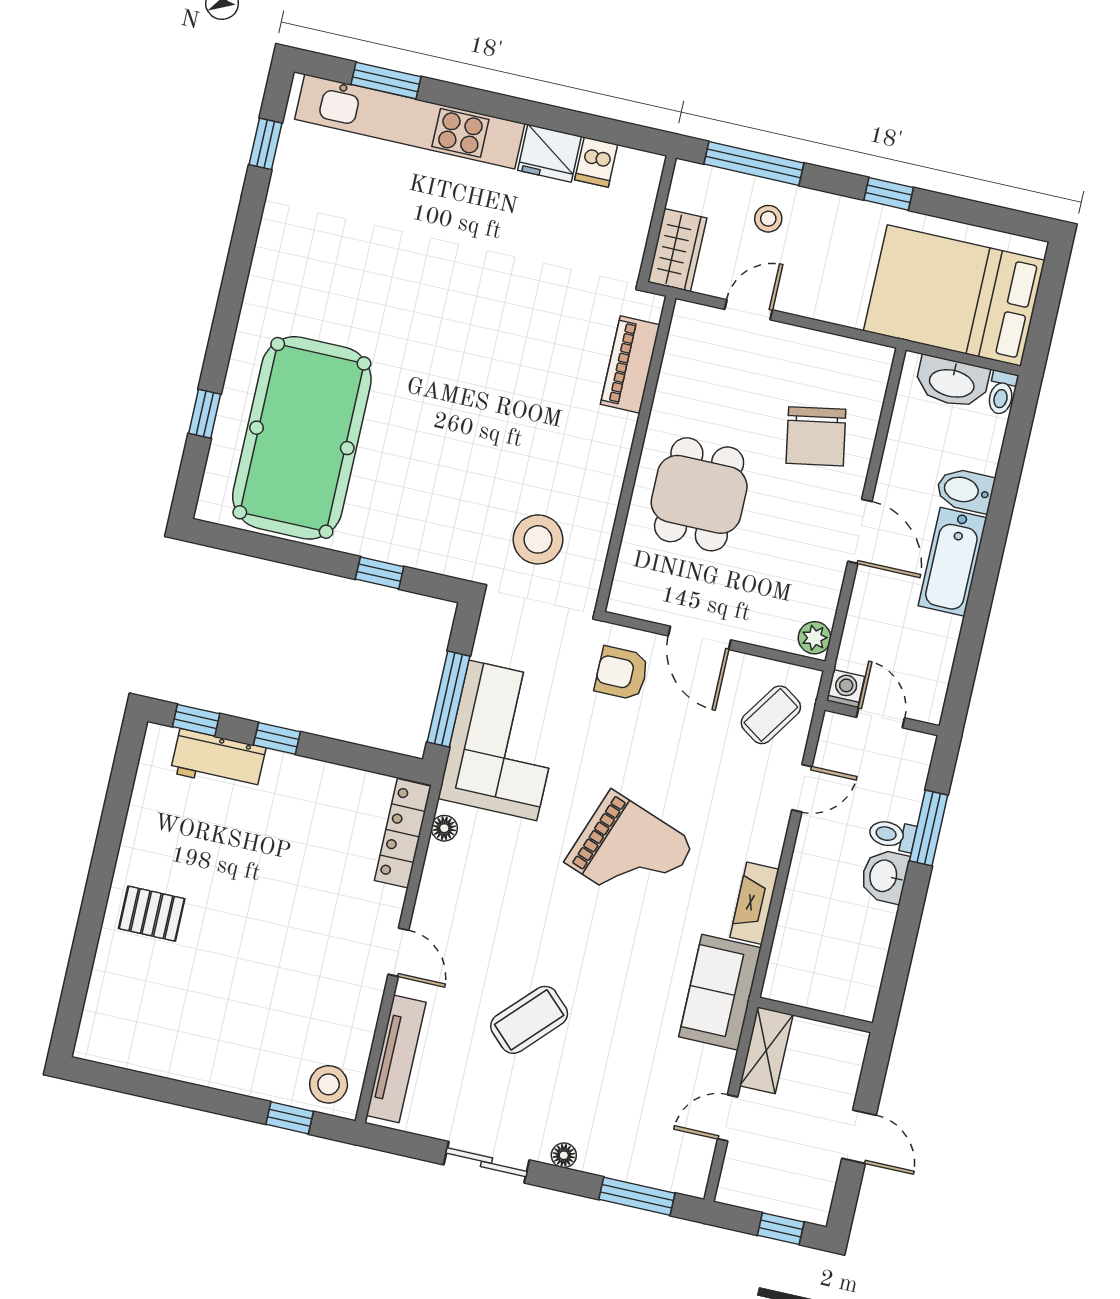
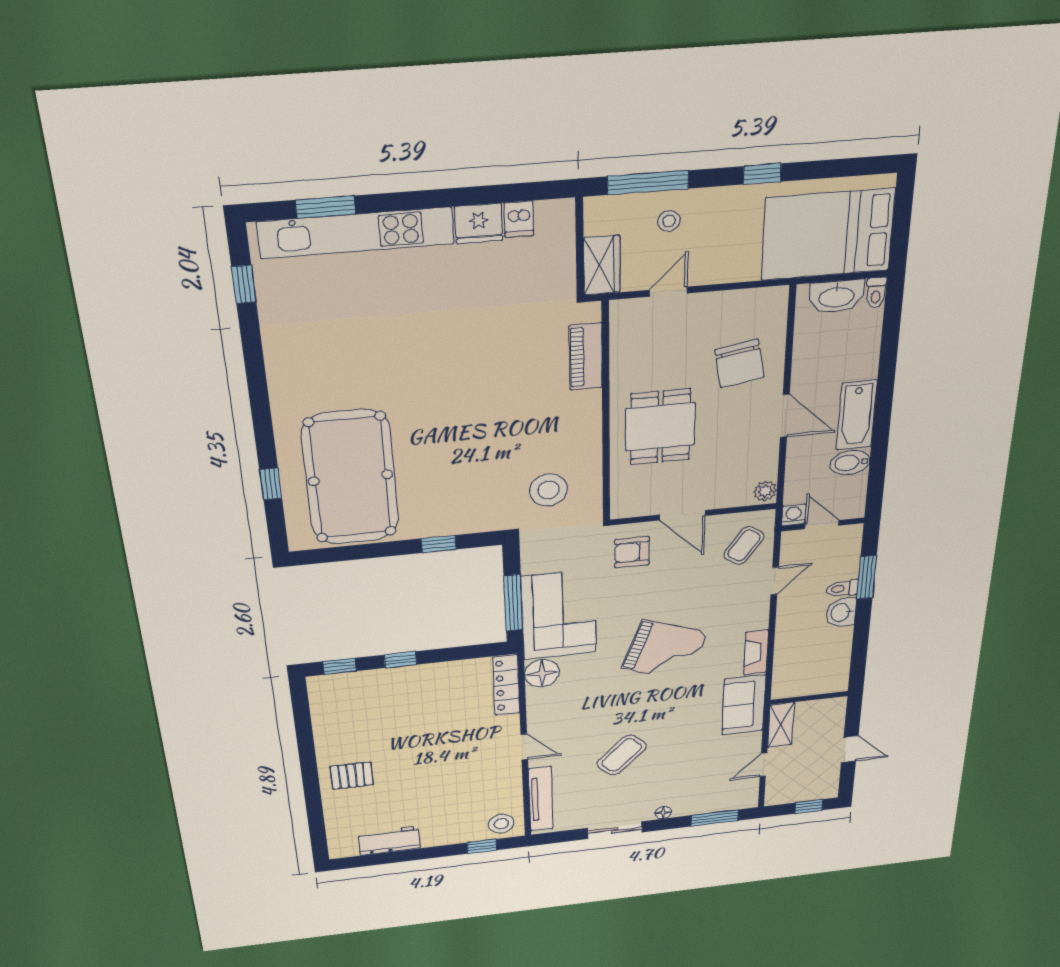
bidet: (965, 490) -> (850, 463), moved
workbench: (218, 760) -> (389, 841), moved, turned 180
floor lamp: (444, 828) -> (542, 673), width x1.89, depth x1.89

